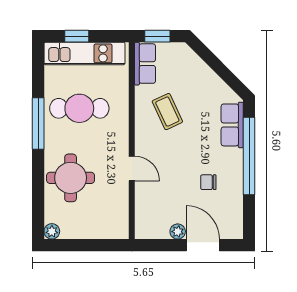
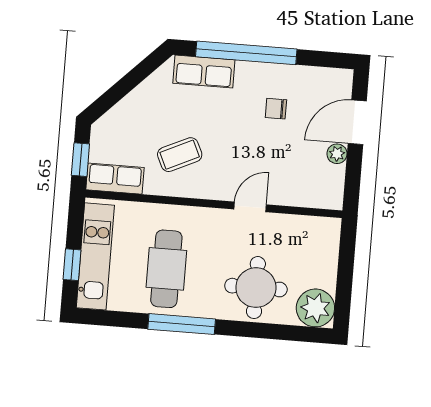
chair: (208, 182) -> (276, 109), turned 90
plant: (52, 231) -> (315, 308), width x1.88, depth x1.88

